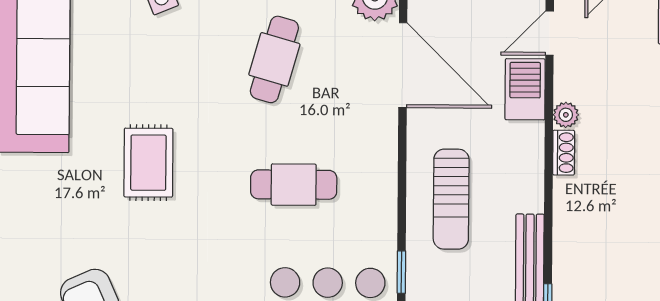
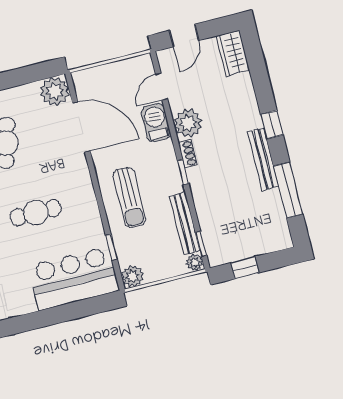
plant: (566, 115) -> (188, 123), width x1.87, depth x1.87
window: (548, 180) -> (183, 172), added

